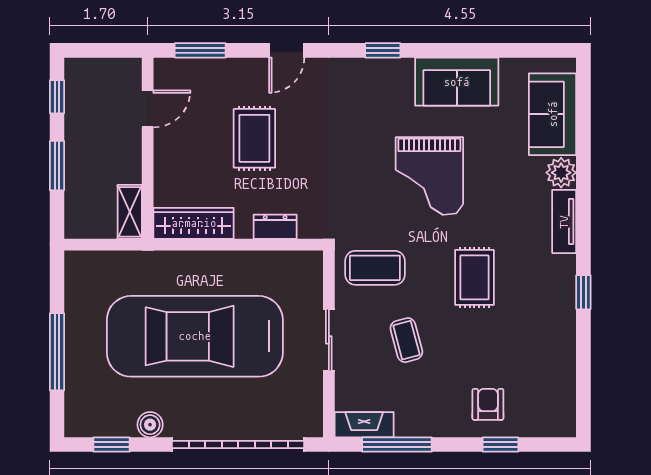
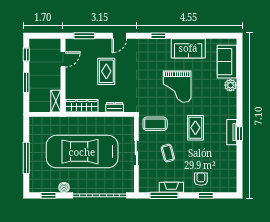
tv unit: (564, 222) -> (232, 132), moved
fireplace: (364, 425) -> (171, 187), moved

